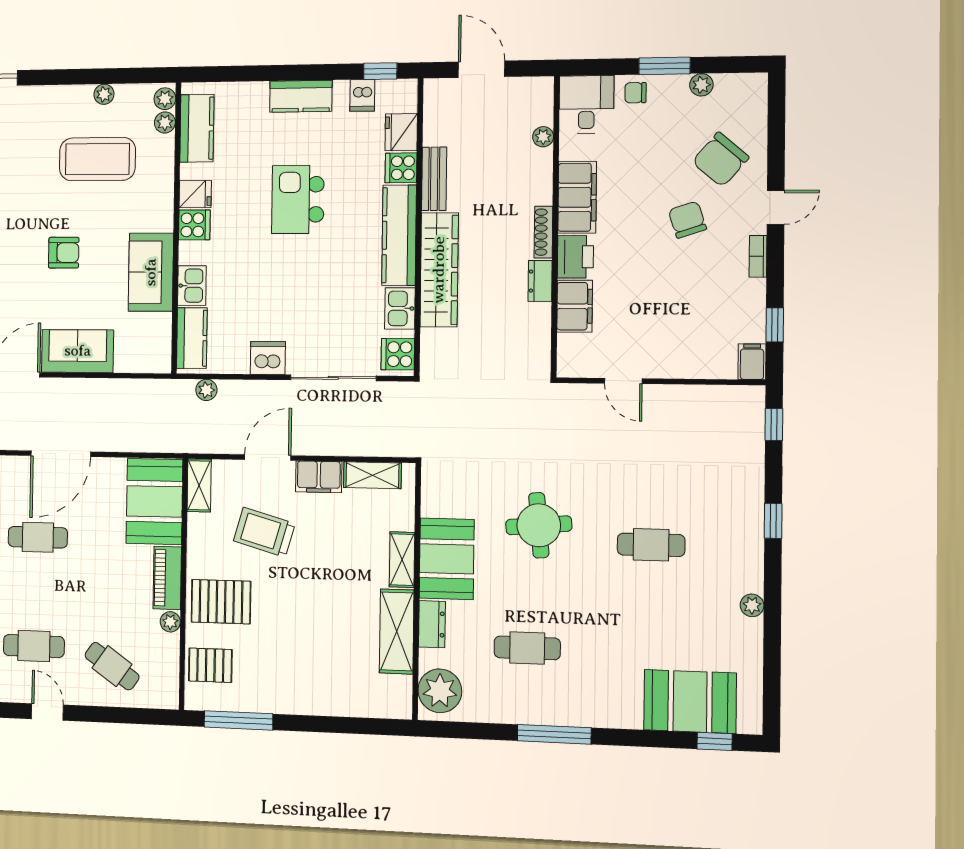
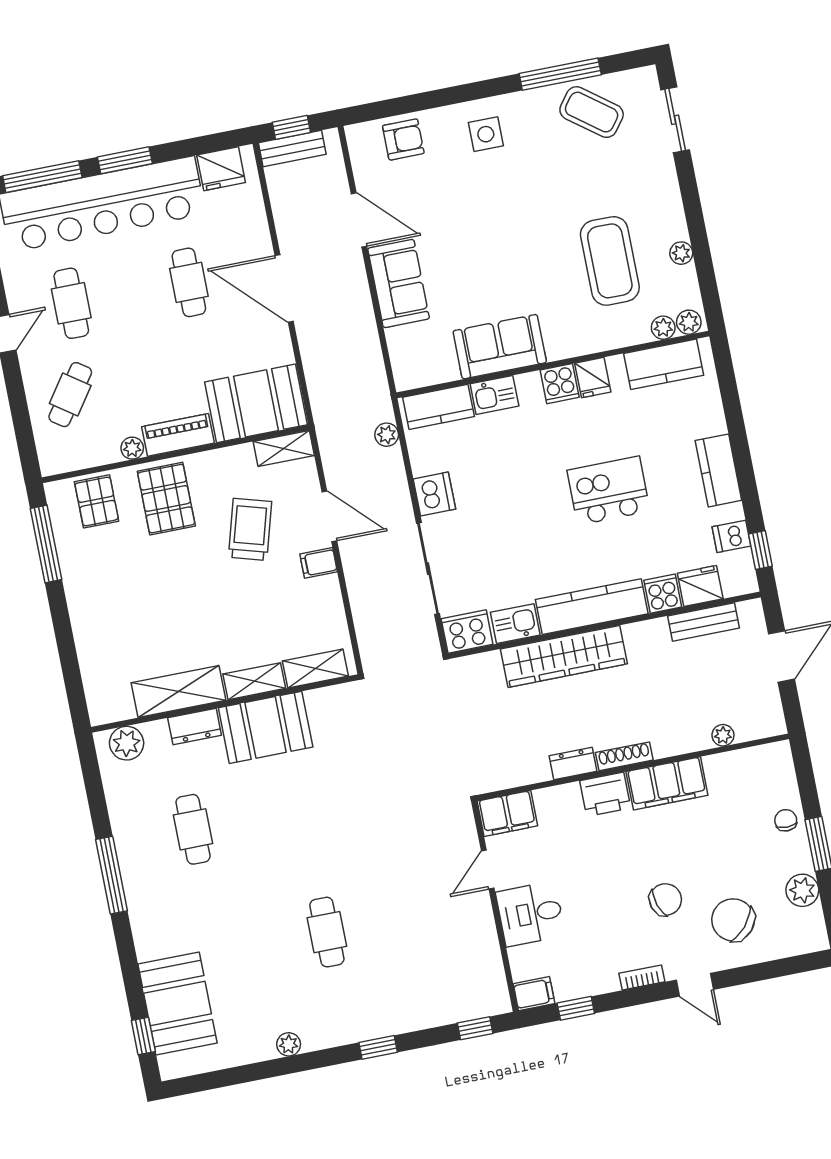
plant: (701, 85) -> (802, 890), width x1.38, depth x1.38
desk: (586, 104) -> (530, 914), moved, turned 180
bench: (434, 179) -> (703, 622), moved
armchair: (64, 253) -> (501, 245), removed
filing cabinet: (575, 306) -> (507, 813), moved
cooker: (398, 354) -> (467, 632), width x1.36
shelving: (372, 475) -> (315, 668), moved, turned 90
filing cabinet: (319, 477) -> (319, 563), width x0.50
round table: (539, 525) -> (321, 815), removed
plant: (440, 691) -> (127, 743), width x0.73, depth x0.73

